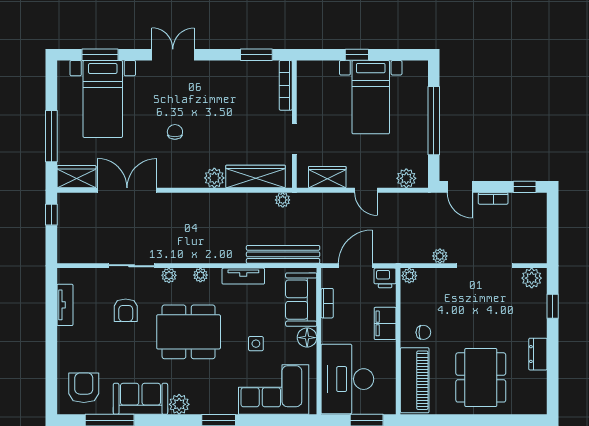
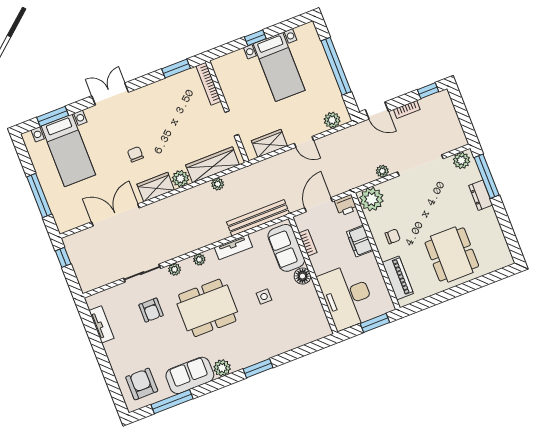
wardrobe: (76, 177) -> (156, 187), moved
plant: (283, 200) -> (218, 184), moved
plant: (409, 276) -> (372, 199), width x1.88, depth x1.88
window: (553, 306) -> (487, 176), width x2.17
dresser: (538, 354) -> (481, 195), moved
piano: (415, 380) -> (398, 278), width x0.73, depth x0.75
corner sofa: (274, 390) -> (292, 327), removed

